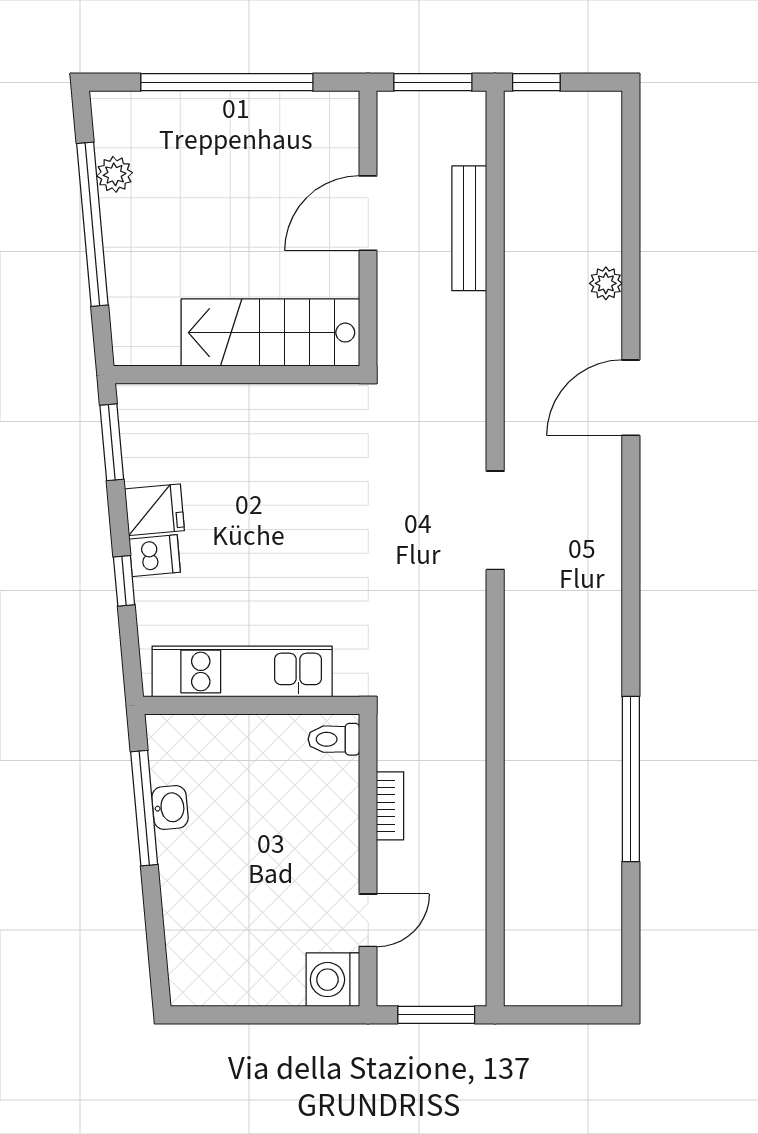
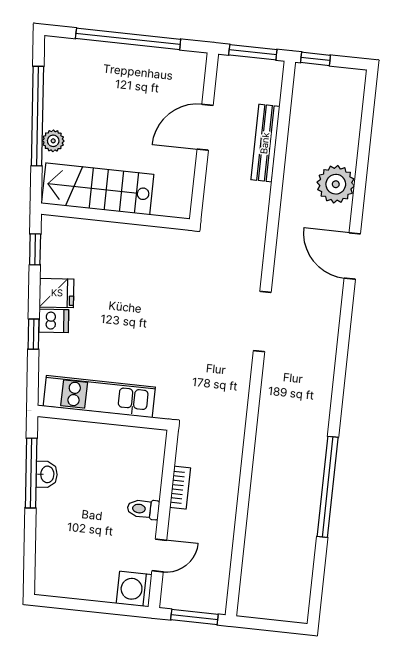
plant: (115, 174) -> (53, 141), moved
plant: (606, 283) -> (336, 184), width x1.88, depth x1.88
stairs: (270, 333) -> (98, 189), moved
door: (631, 398) -> (352, 256), hinge flipped
window: (112, 442) -> (35, 249), width x0.67
toilet: (334, 739) -> (143, 509), moved

